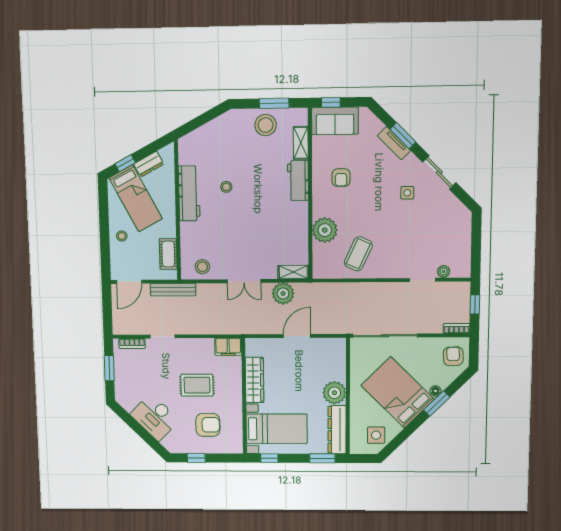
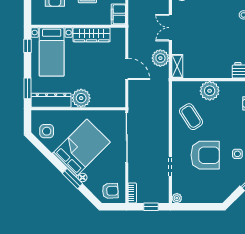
armchair: (409, 235) -> (205, 155), added
coffee table: (358, 254) -> (191, 117), turned 32
plant: (444, 271) -> (177, 198), moved

